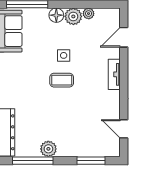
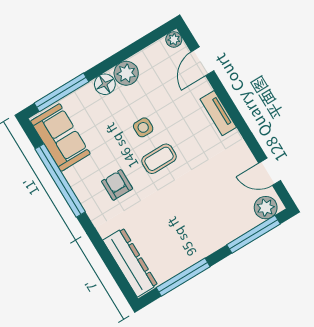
plant: (89, 14) -> (174, 39), moved
armchair: (27, 81) -> (117, 185), added
plant: (48, 149) -> (266, 208), moved
window: (91, 161) -> (254, 234), width x1.44

